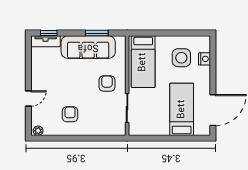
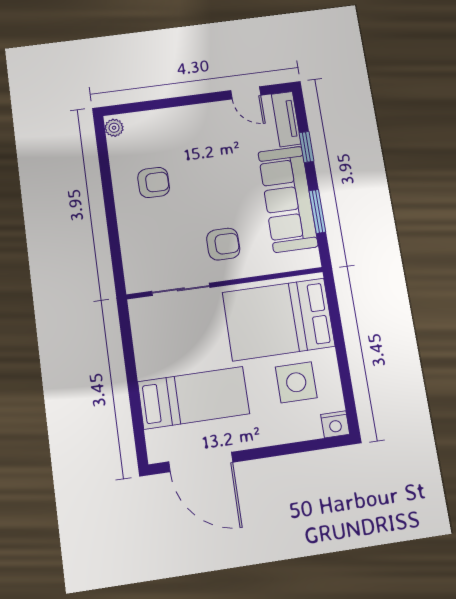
window: (49, 33) -> (307, 147), moved
nightstand: (205, 59) -> (335, 424), moved
bed: (143, 62) -> (278, 319), width x1.50
door: (28, 98) -> (246, 93), moved

